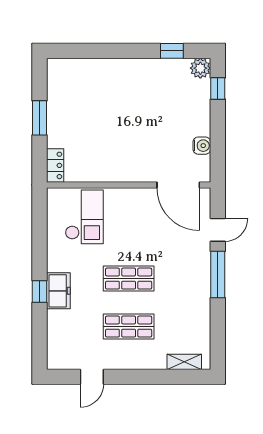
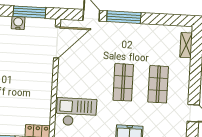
window: (218, 145) -> (29, 12), added
water cooler: (202, 146) -> (18, 23), moved

